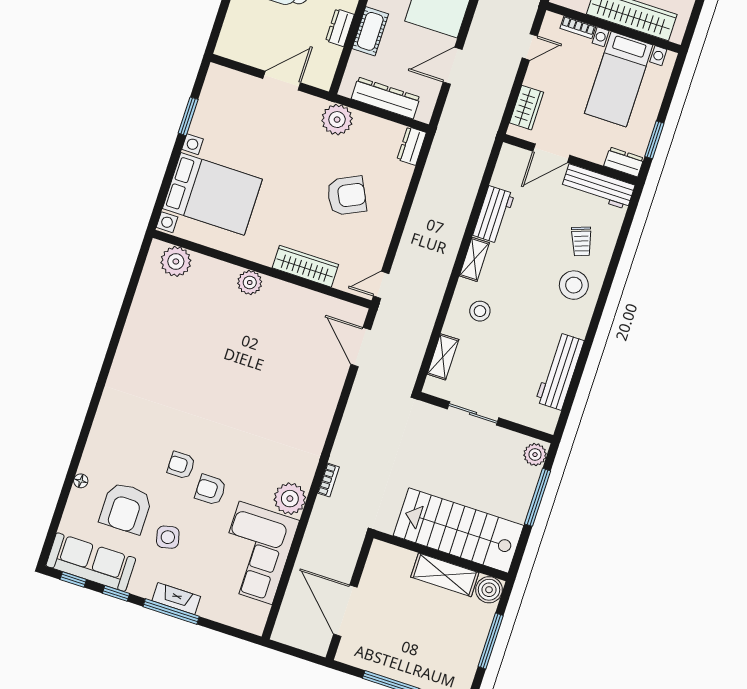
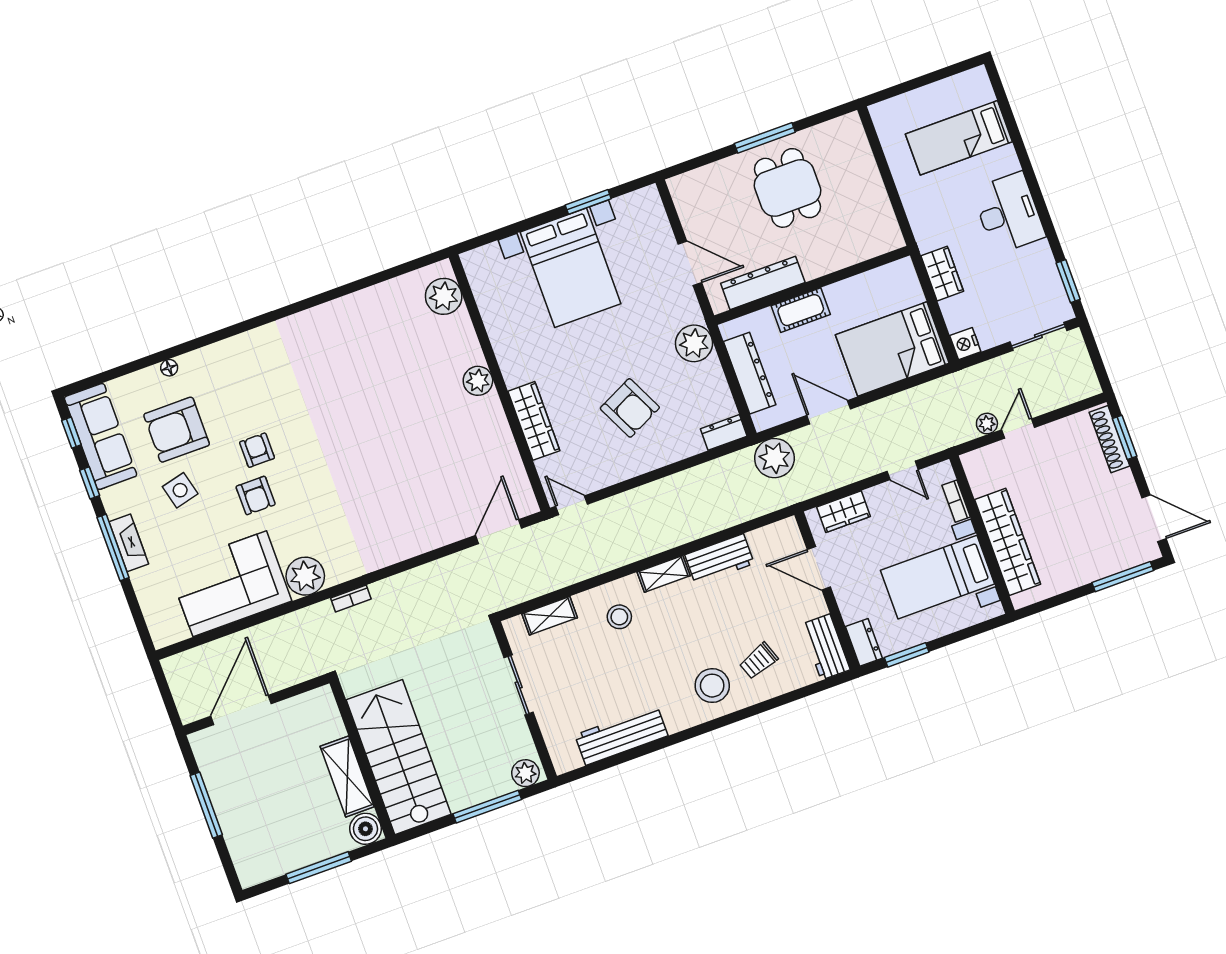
dresser: (340, 28) -> (763, 283), width x1.96, depth x1.24
plant: (455, 126) -> (774, 458), added
workbench: (598, 187) -> (826, 647), width x0.73
bed with nightstands: (212, 194) -> (571, 268), moved
armchair: (211, 490) -> (256, 495), turned 180

